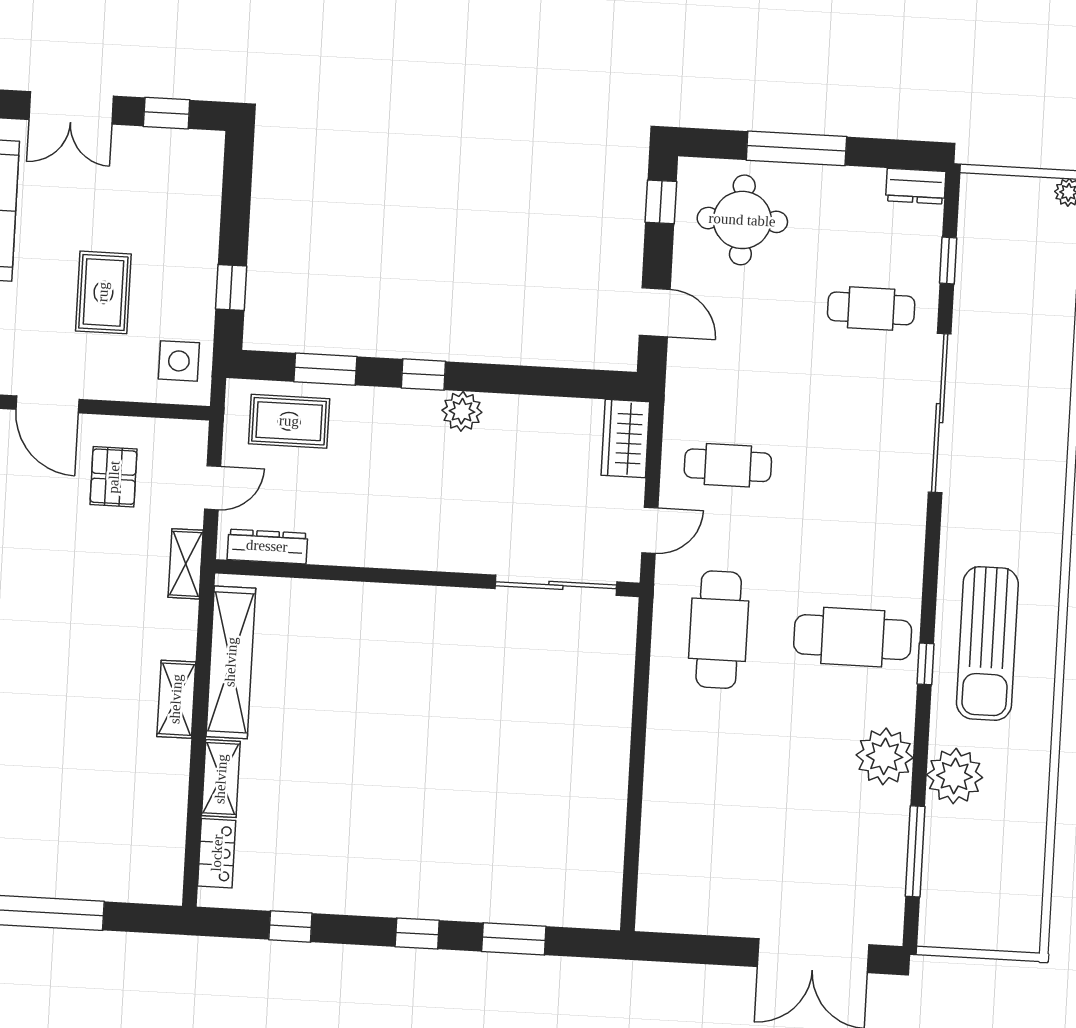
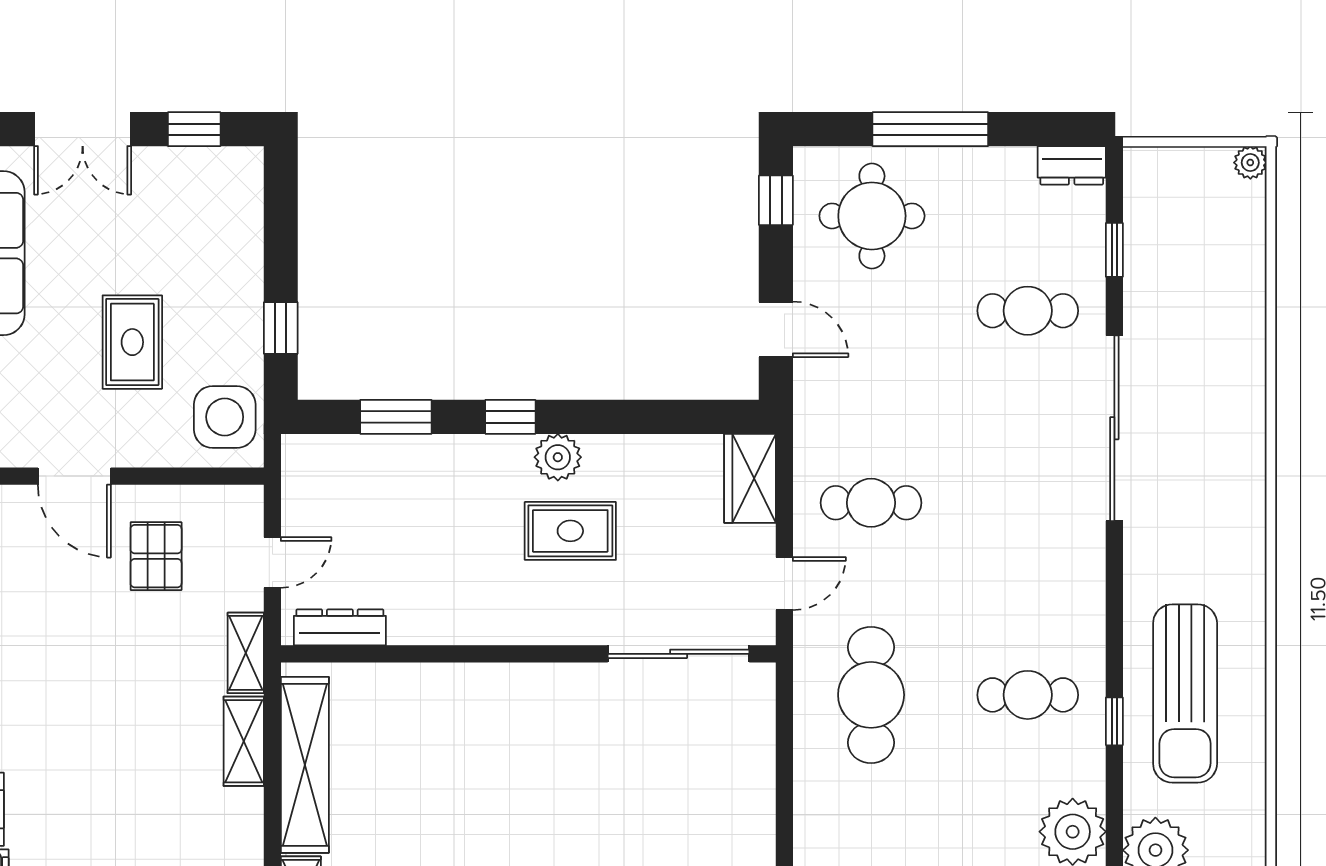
side table: (179, 361) -> (225, 417), width x1.37, depth x1.37
rug: (289, 421) -> (570, 531), moved
cafe table: (853, 637) -> (1028, 695), width x0.73, depth x0.74
shelving: (176, 699) -> (244, 741), moved

